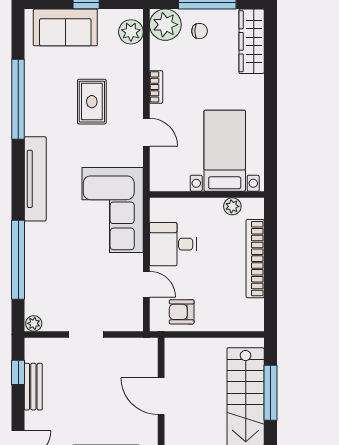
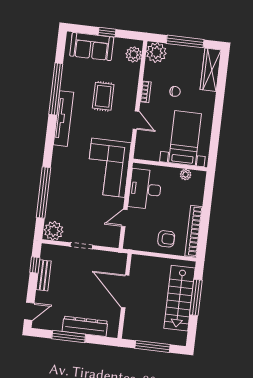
chair: (200, 31) -> (175, 91), moved
tv unit: (35, 179) -> (63, 119), moved
desk: (173, 244) -> (145, 189), width x1.37
bookcase: (255, 259) -> (194, 231), moved
door: (146, 284) -> (124, 218), swing flipped
armchair: (182, 312) -> (166, 239), moved, turned 180
plant: (34, 323) -> (54, 231), width x1.87, depth x1.87
door: (161, 396) -> (125, 291), width x1.36

